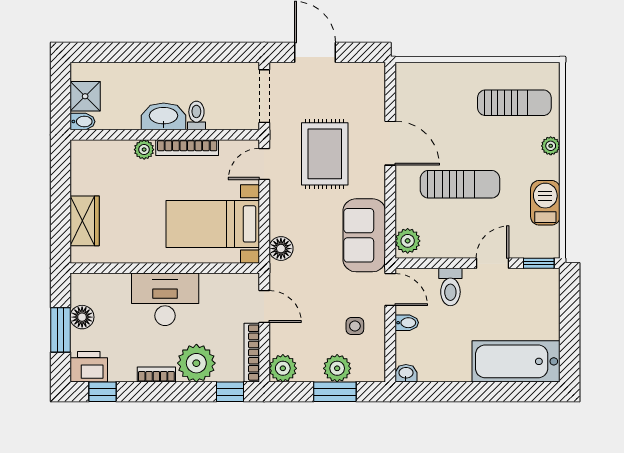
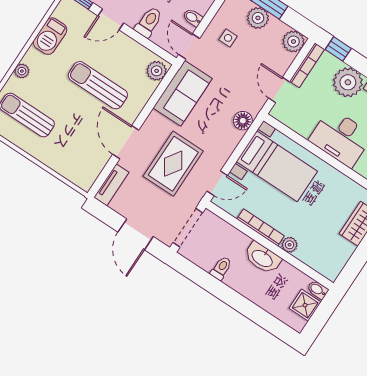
tv unit: (376, 88) -> (111, 185), added
toilet: (196, 115) -> (221, 268), moved, turned 180

